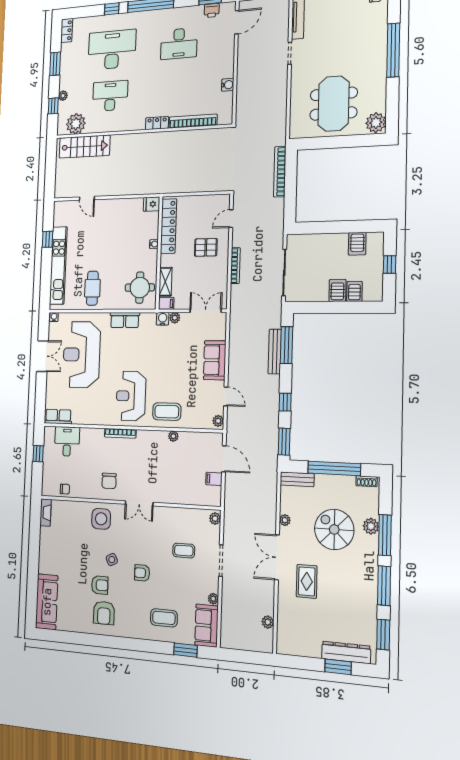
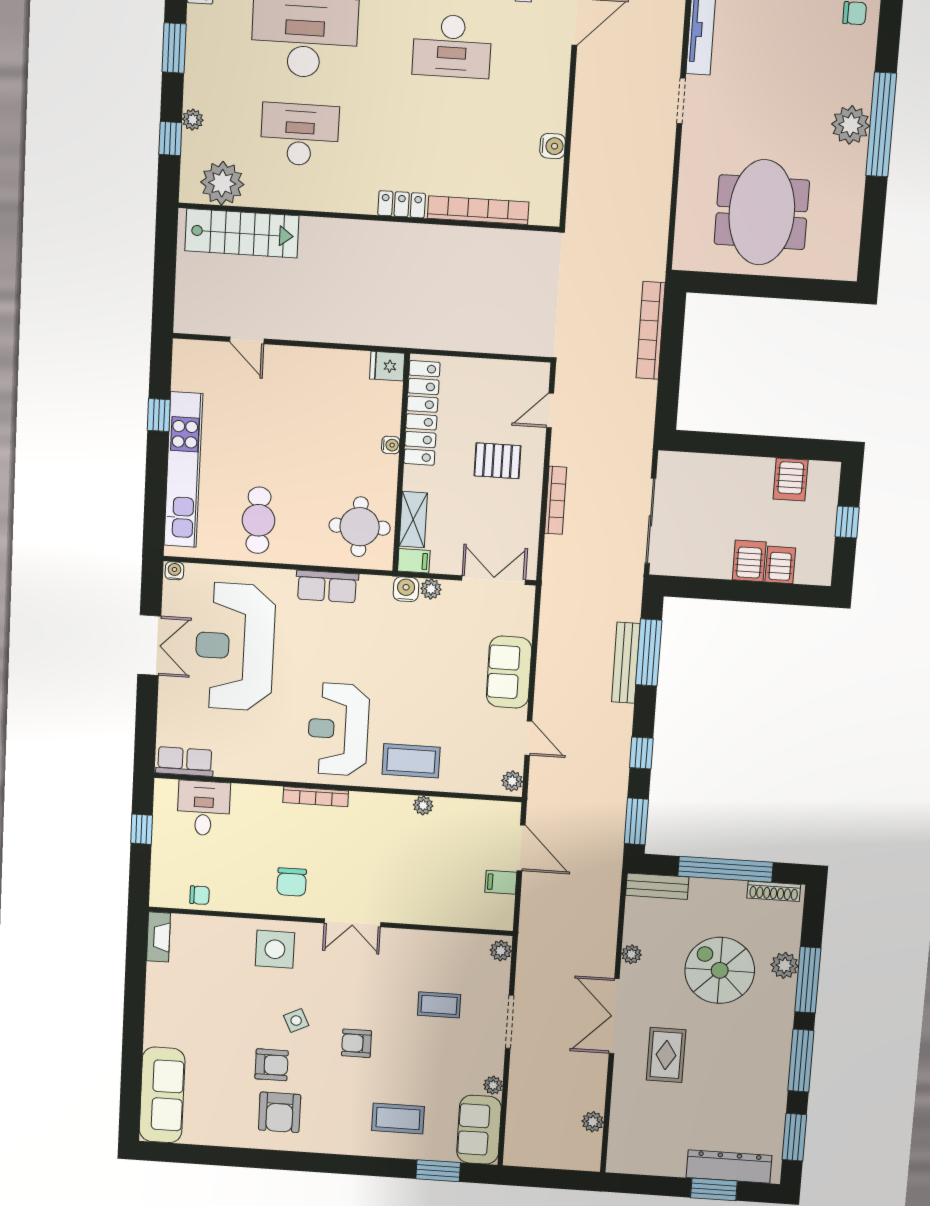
plant: (376, 123) -> (851, 125), moved
shoe rack: (367, 481) -> (774, 891), width x1.43

